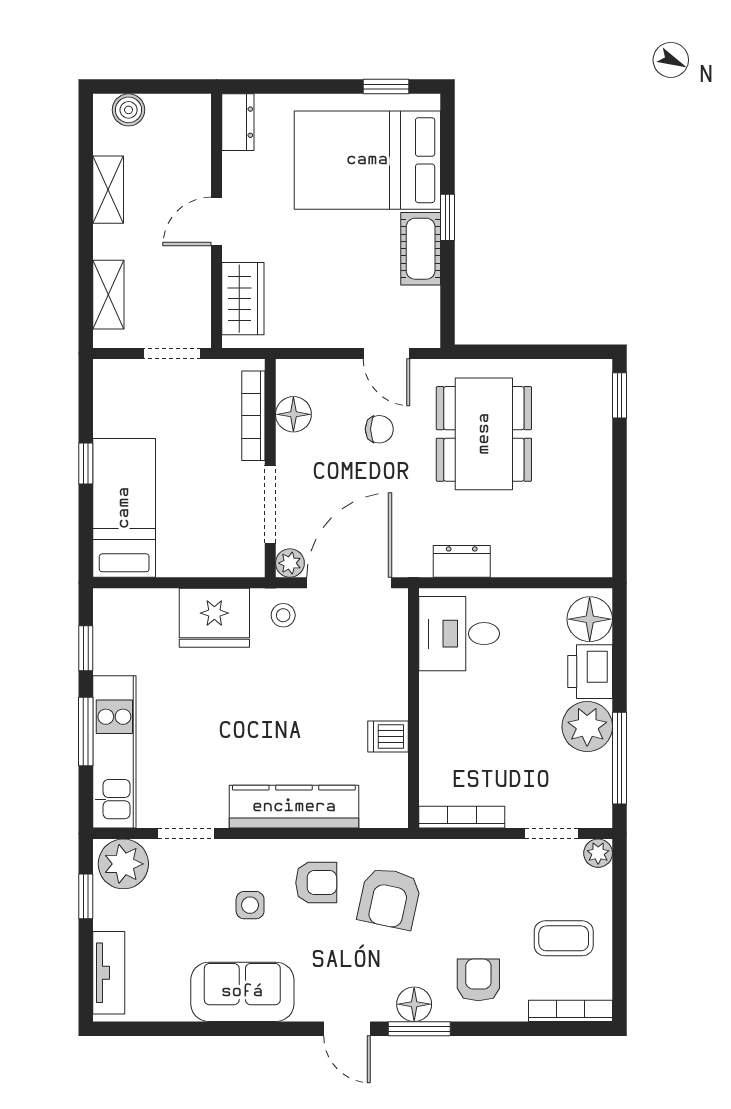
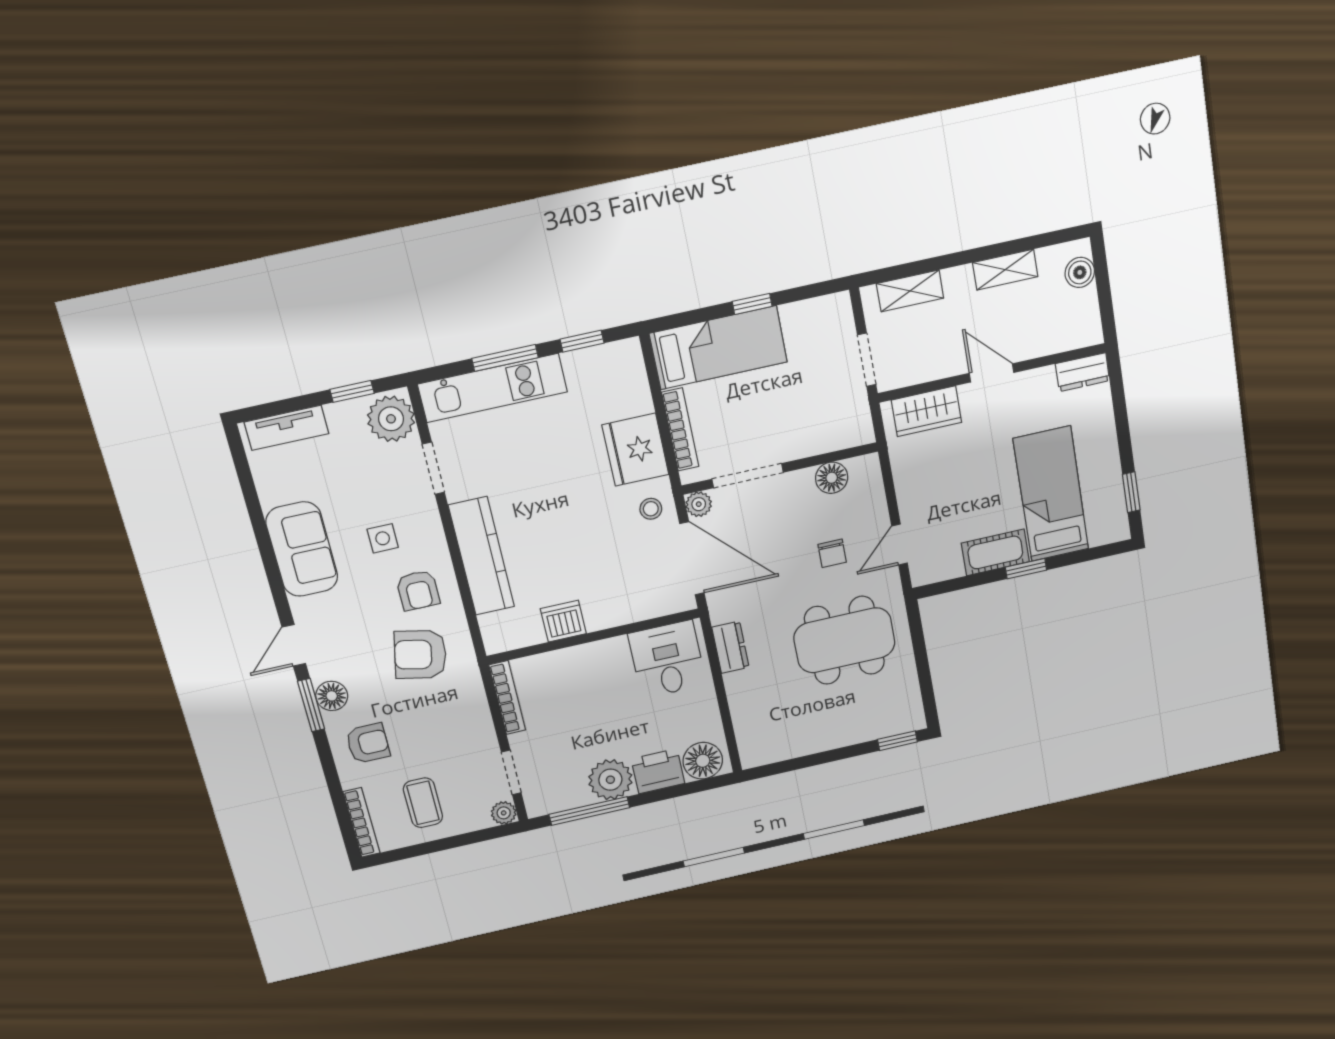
bed: (367, 160) -> (1051, 494), width x0.67
bookcase: (253, 416) -> (680, 429), moved, turned 90
dishwasher: (388, 737) -> (563, 621), width x1.38

